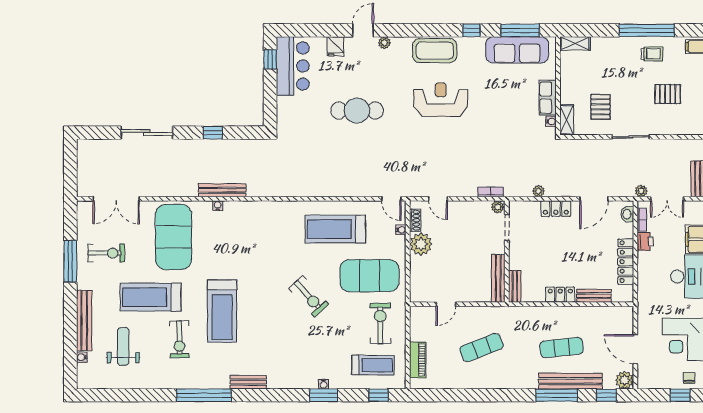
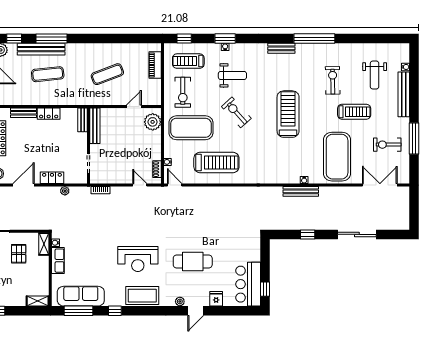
cafe table: (357, 111) -> (193, 262), moved
plant: (498, 207) -> (95, 179), removed
plant: (421, 244) -> (153, 122), moved
treadmill: (151, 297) -> (354, 112), width x0.73, depth x0.73
treadmill: (222, 311) -> (288, 114), moved
weight bench: (314, 346) -> (232, 75), added

